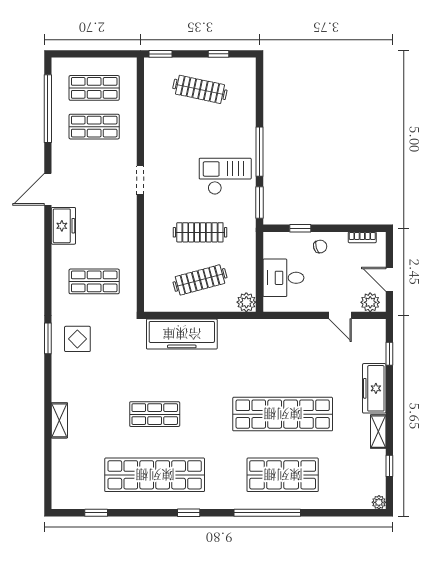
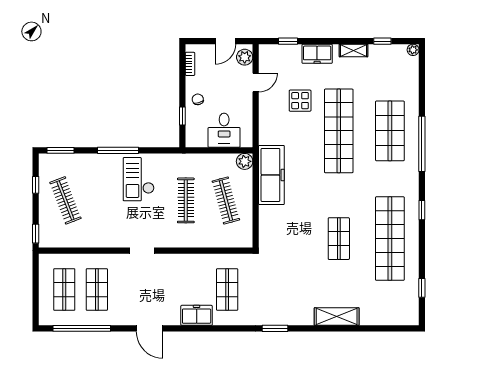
clothes rail: (200, 89) -> (65, 200), turned -33
window: (260, 202) -> (61, 150), moved
freezer: (63, 226) -> (197, 315), moved
freezer: (182, 334) -> (271, 175), moved
display table: (77, 339) -> (300, 101), moved
freezer: (374, 388) -> (317, 54), width x0.71
shelving: (59, 420) -> (337, 317), width x1.50, depth x1.33

